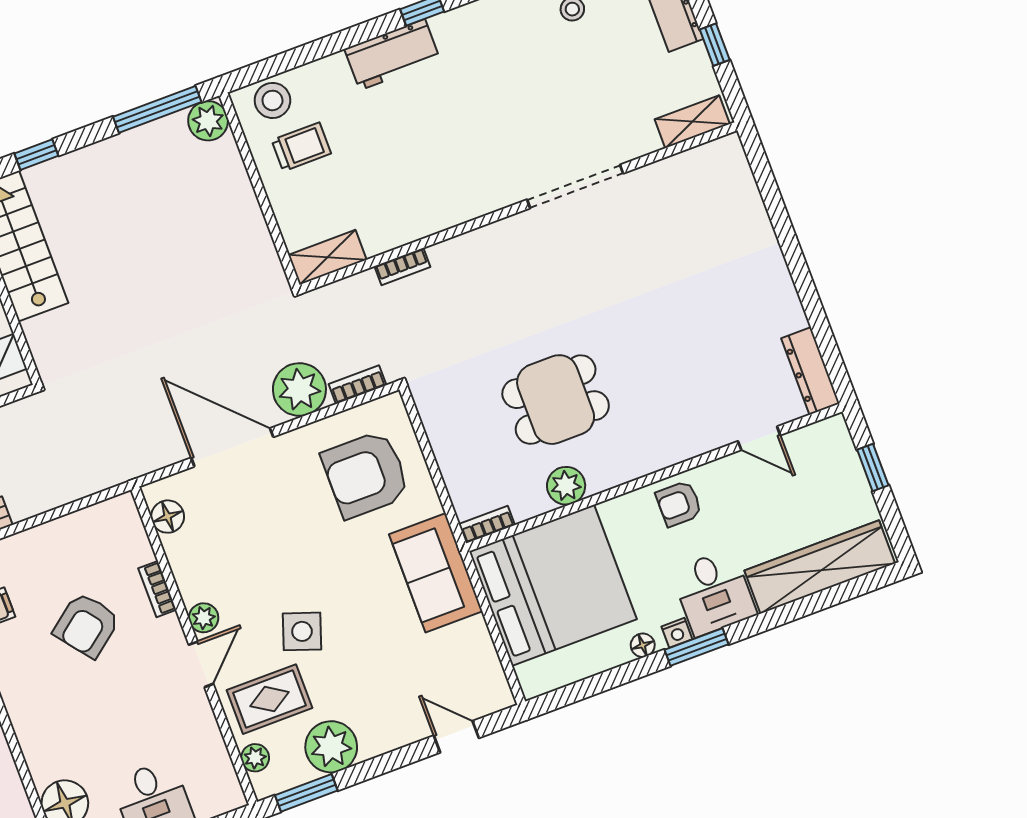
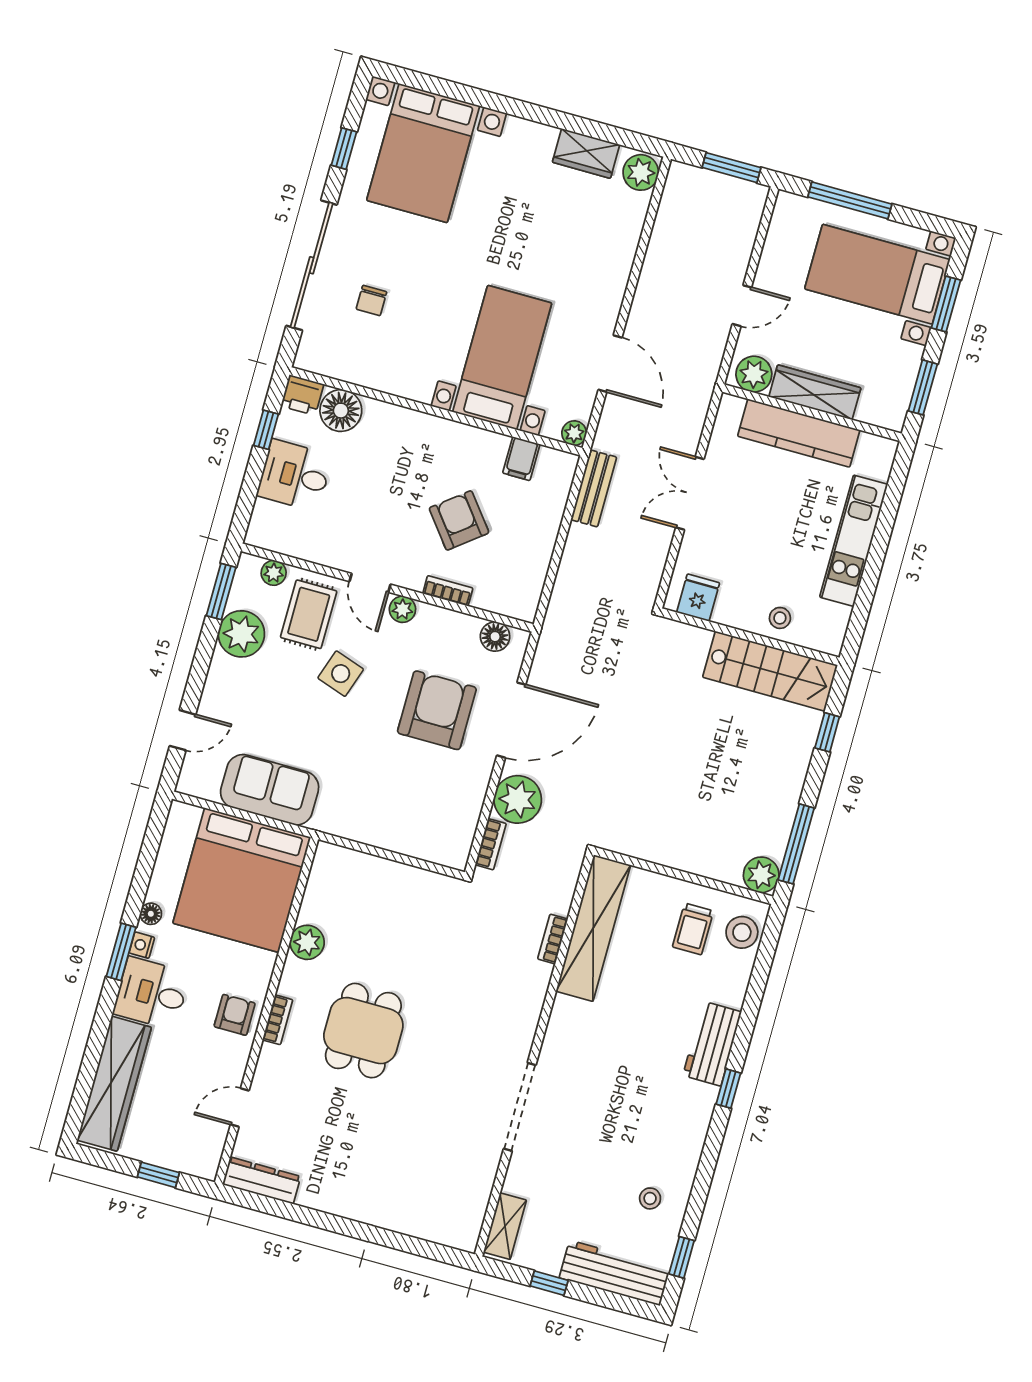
shelving: (327, 257) -> (593, 928), width x2.20, depth x1.33
dining table: (556, 400) -> (363, 1031), moved
armchair: (366, 474) -> (437, 710), moved
bookcase: (487, 524) -> (278, 1020), moved
sofa: (436, 573) -> (270, 790), moved

